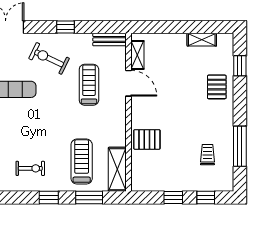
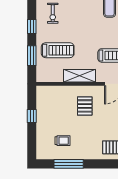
pallet: (147, 139) -> (85, 106), moved
shelving: (117, 169) -> (79, 76), moved
window: (206, 198) -> (32, 139), removed

